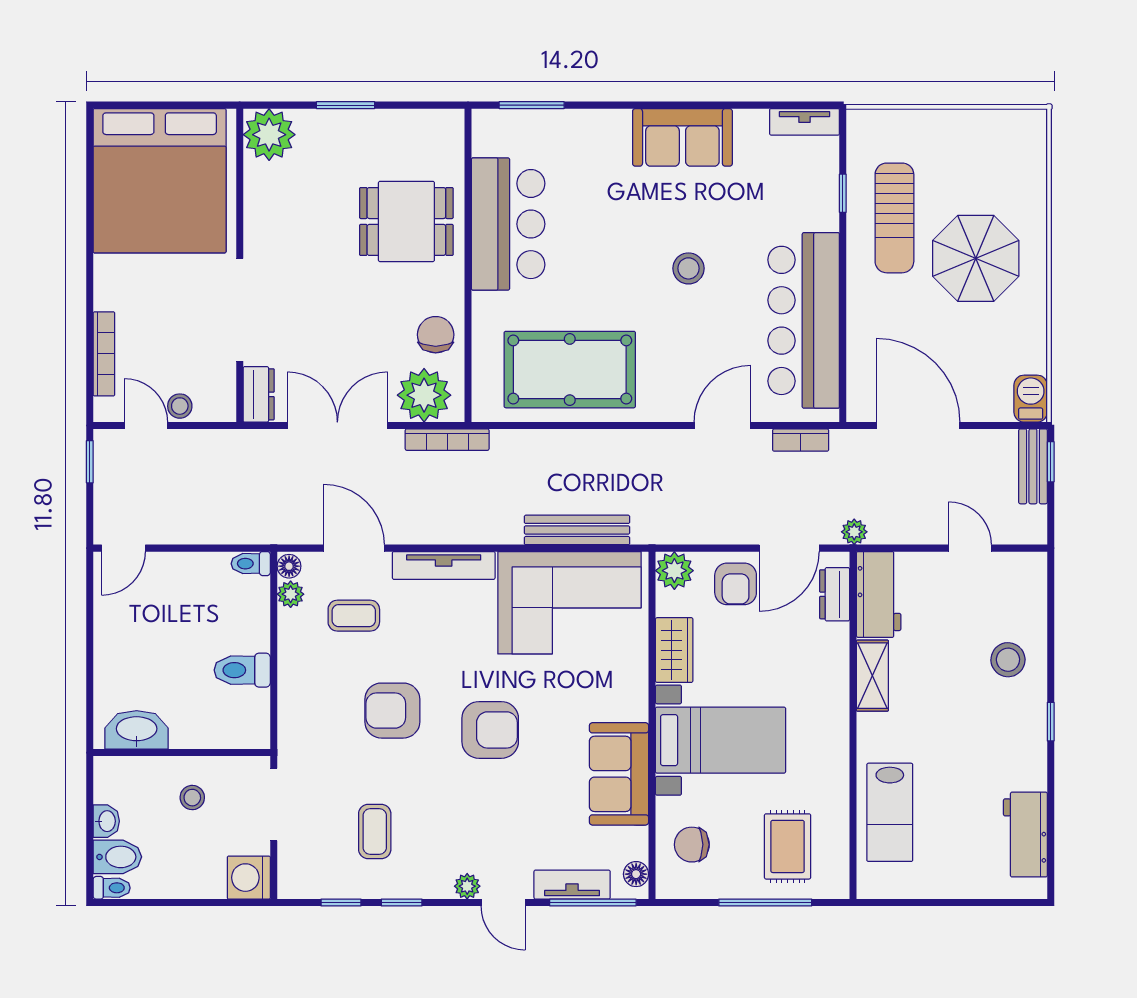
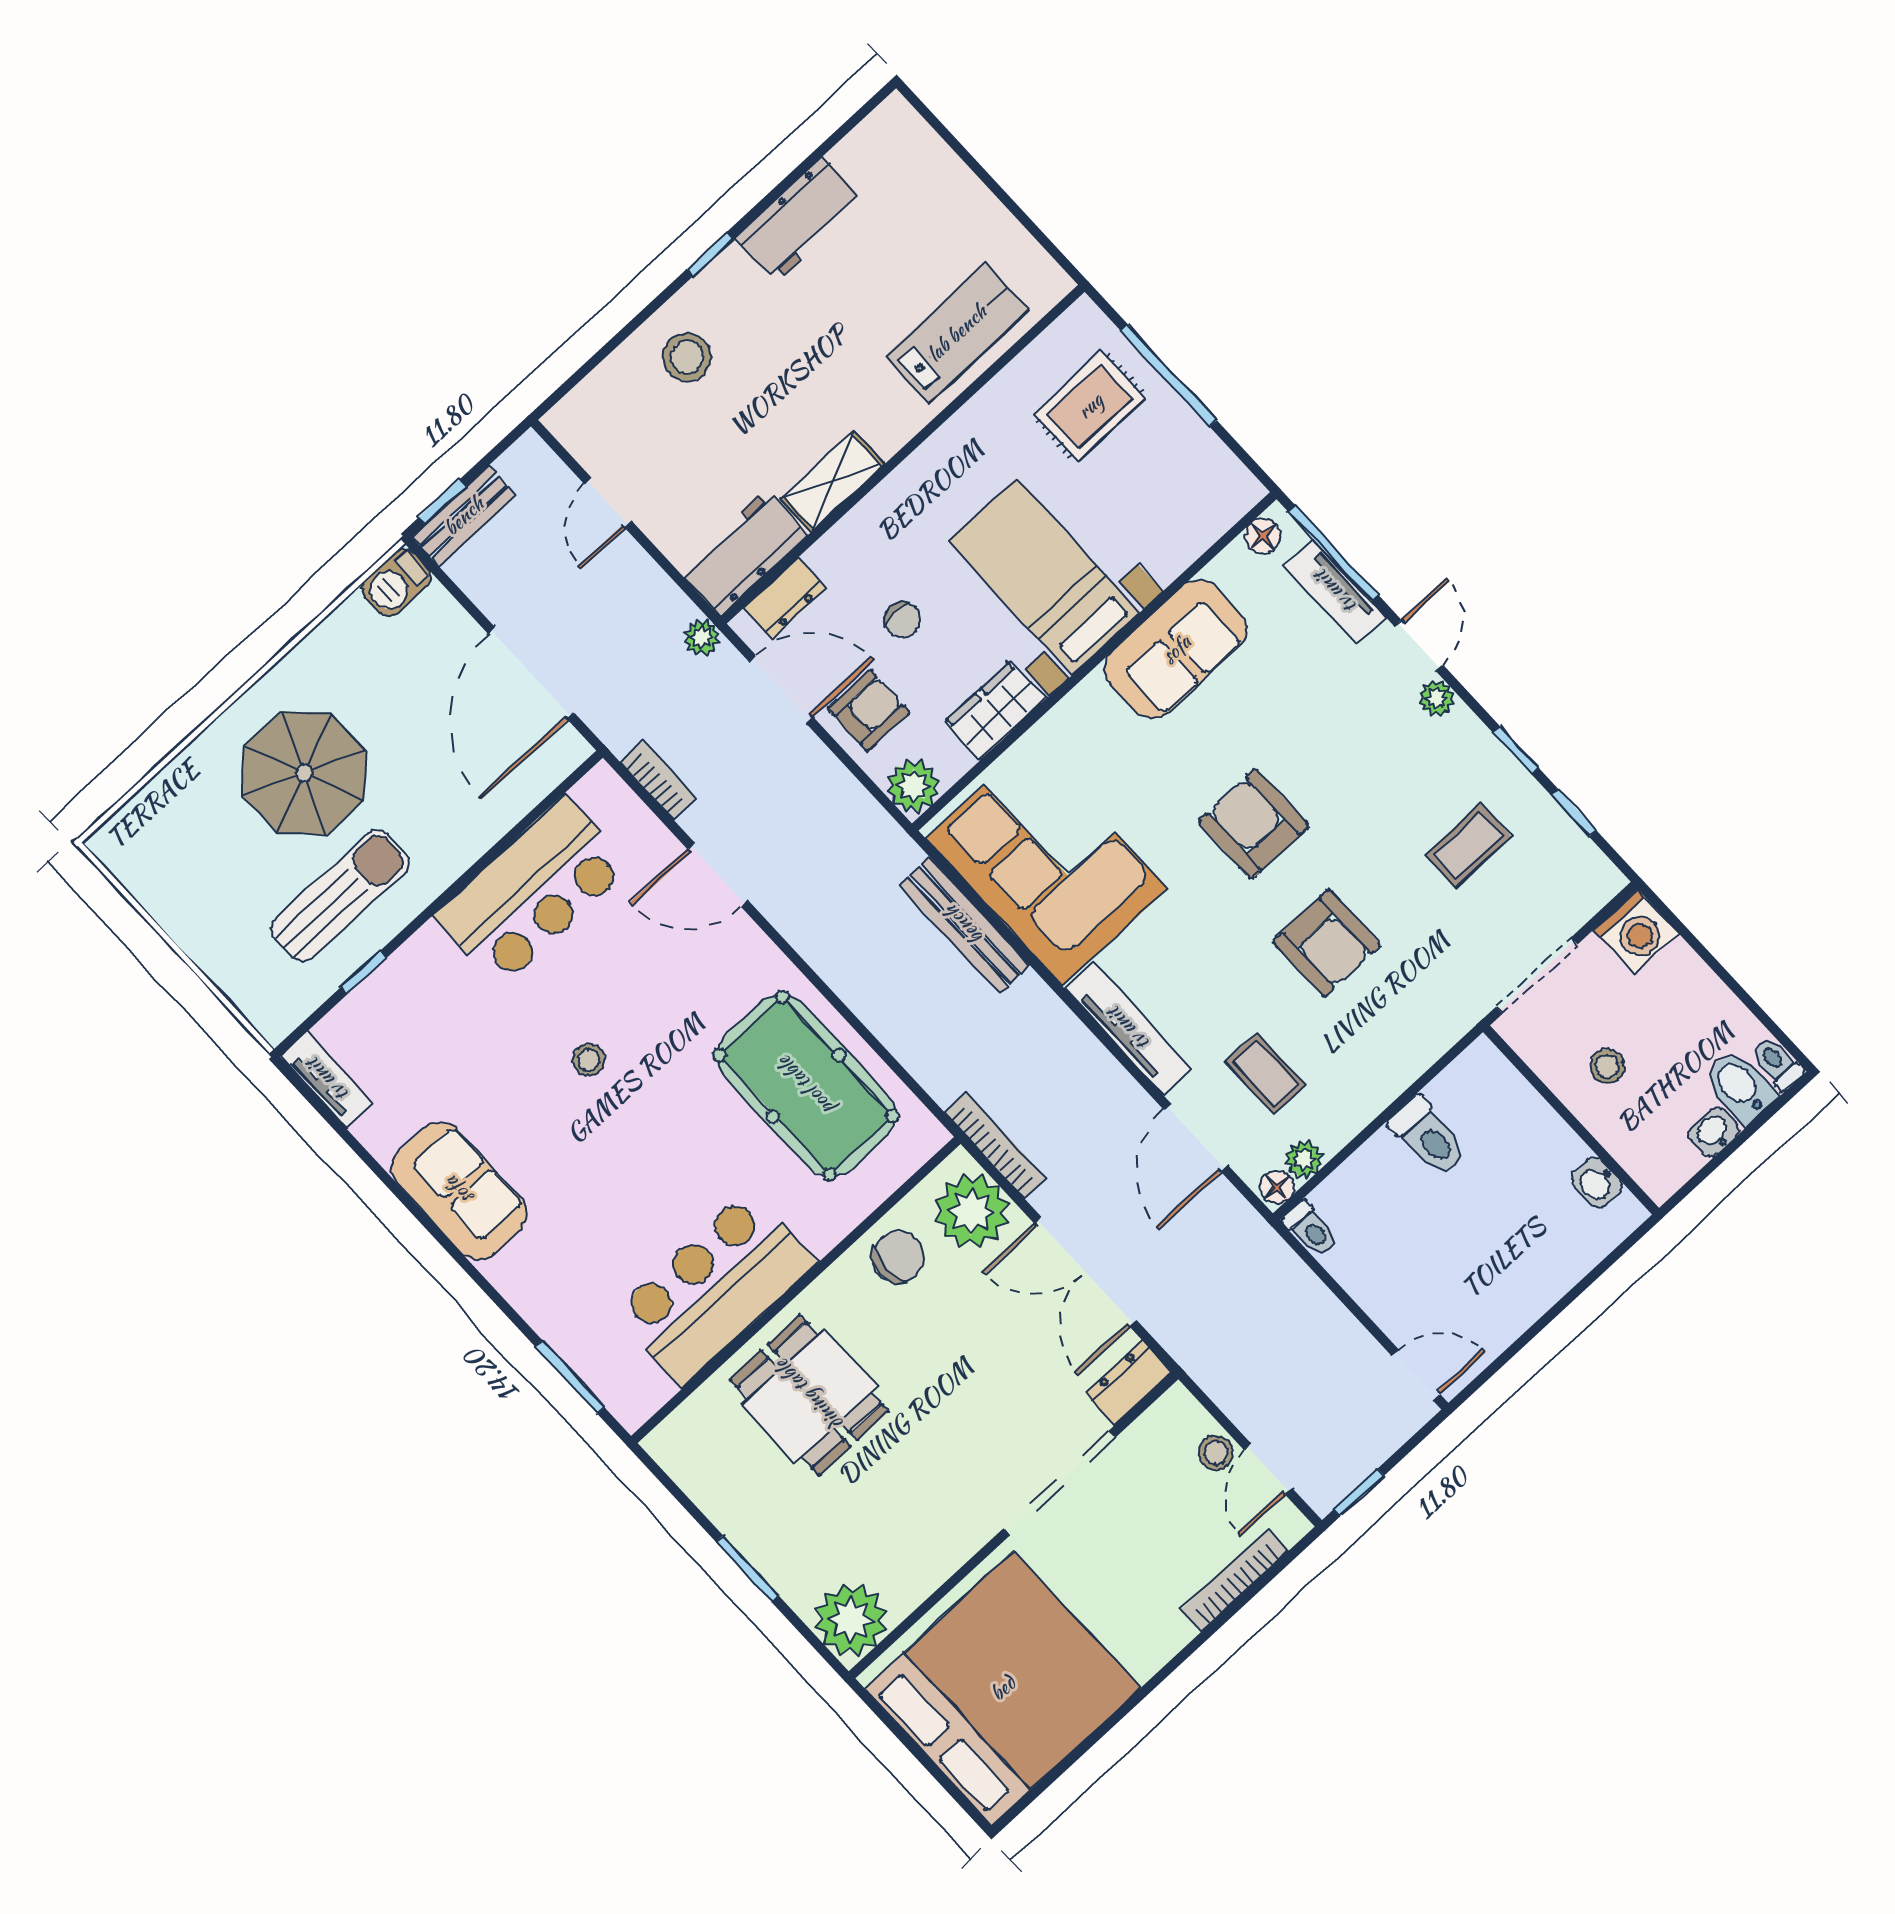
stool: (688, 268) -> (589, 1060), width x0.73, depth x0.73
bar counter: (804, 320) -> (532, 891), width x0.73
chair: (436, 335) -> (898, 1257), turned 180
washbasin: (137, 730) -> (1597, 1183), width x0.52, depth x0.69
workbench: (1025, 835) -> (800, 219), moved
chair: (692, 845) -> (902, 620), moved, width x0.73, depth x0.73

